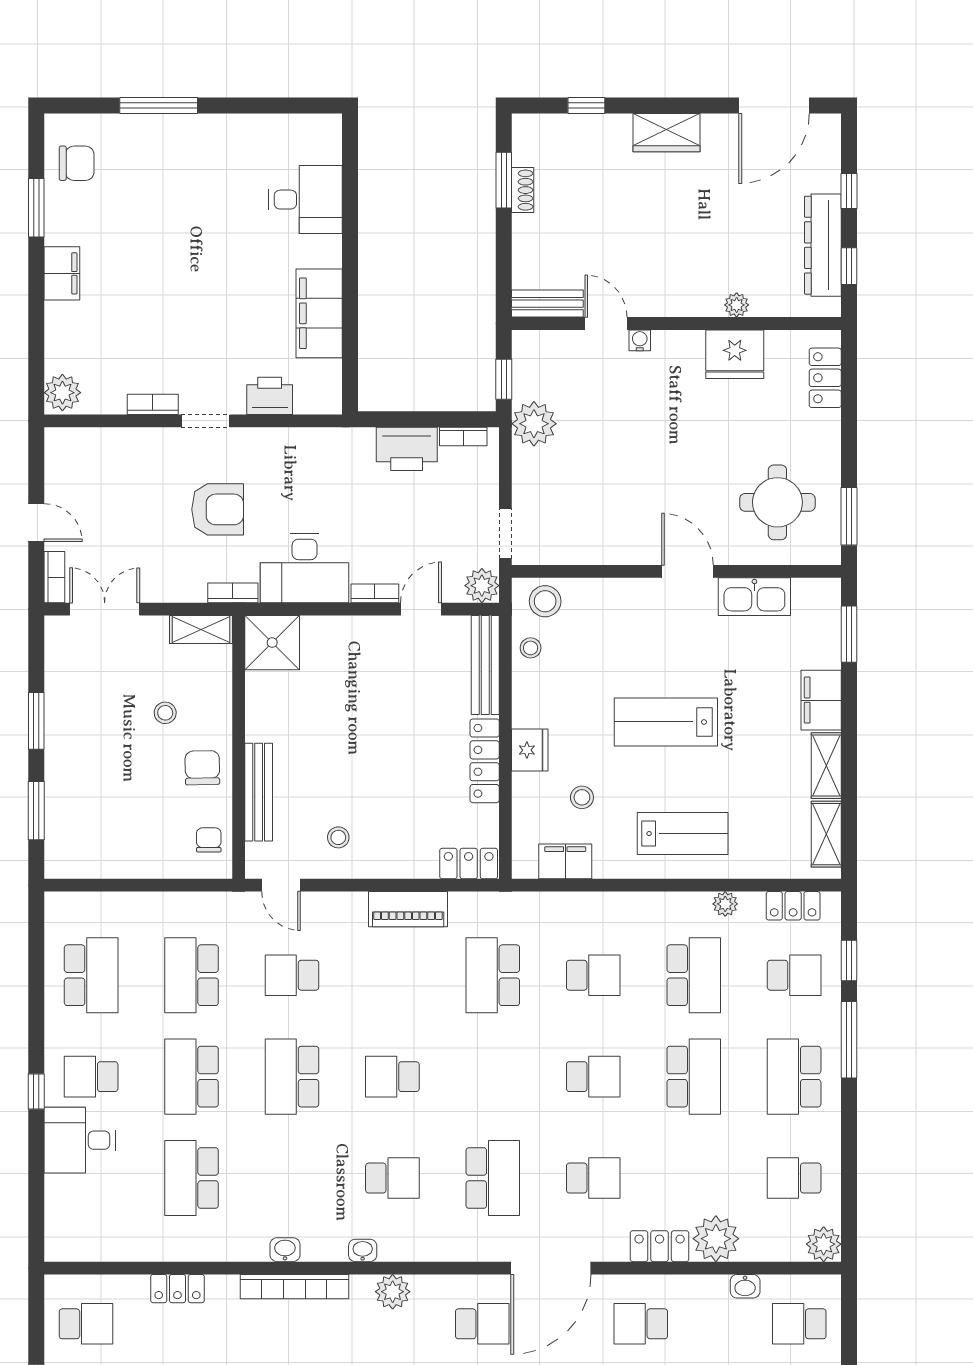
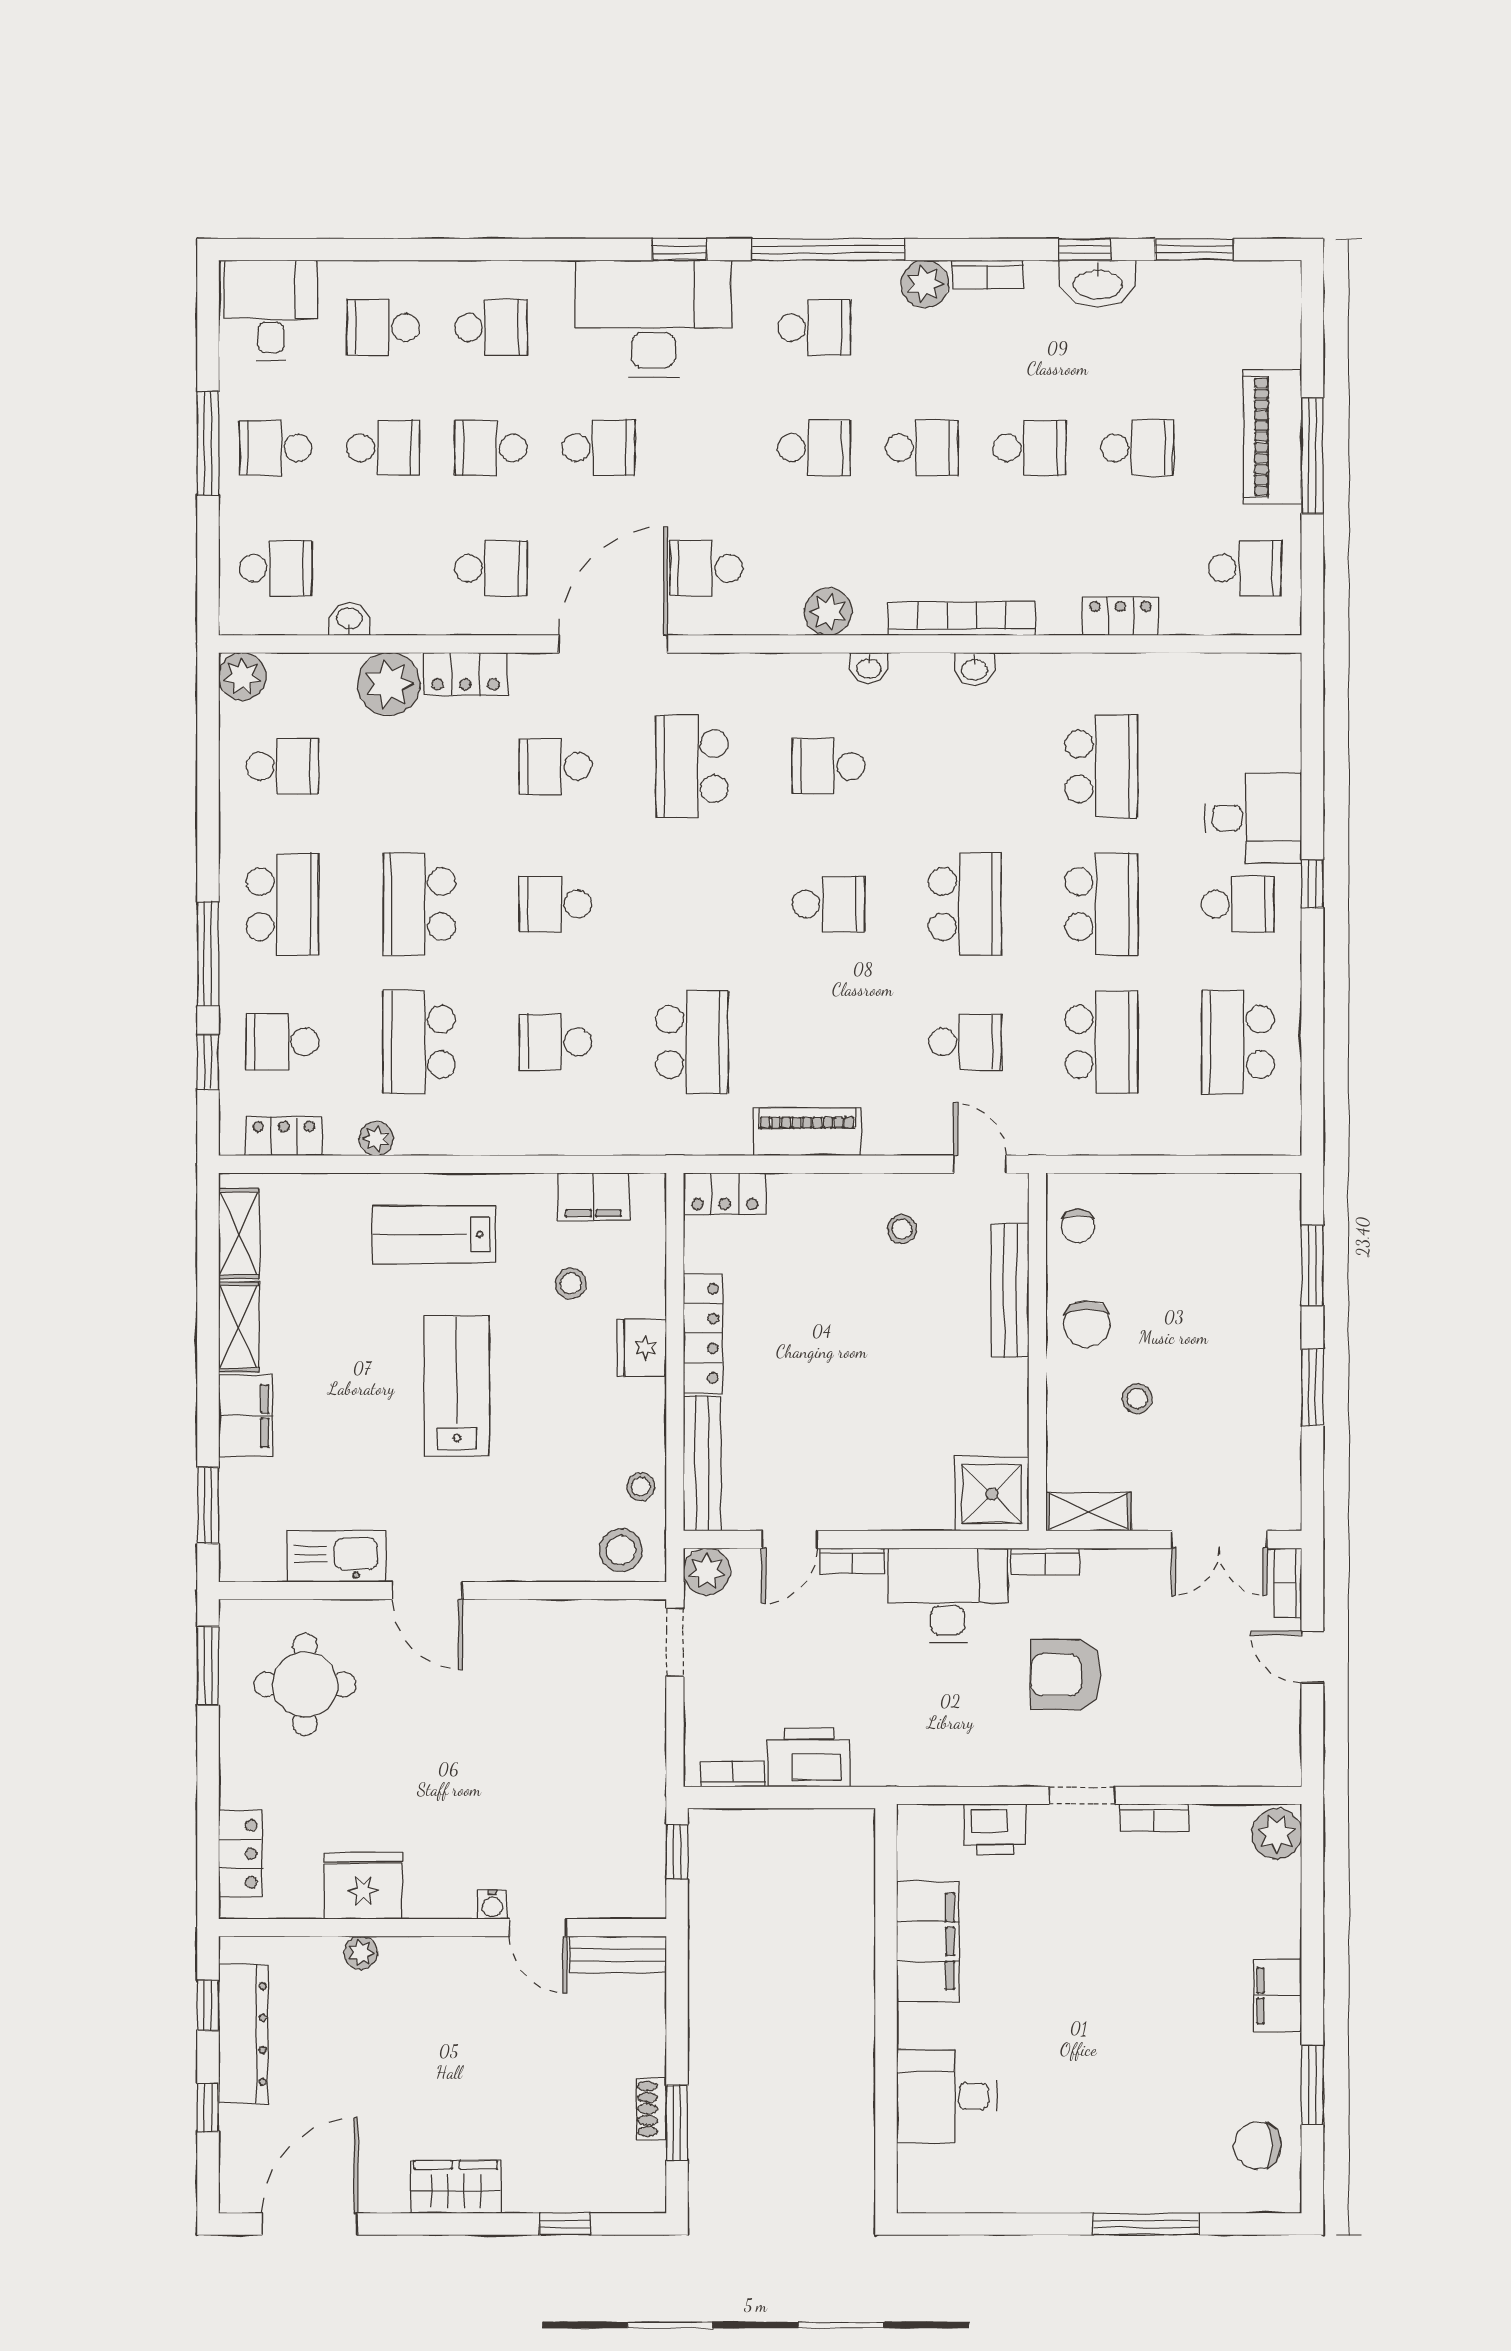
plant: (534, 424) -> (636, 1791), removed
lab bench: (666, 722) -> (457, 1386), turned -90
school desk: (86, 1324) -> (1245, 568), turned 180

